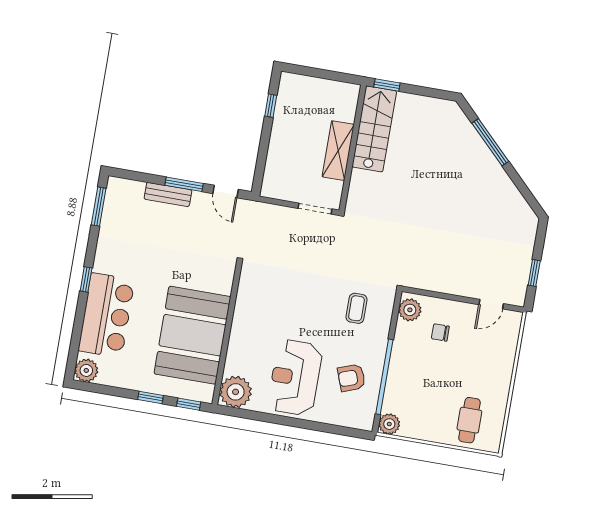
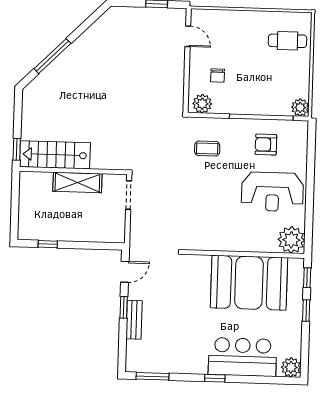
window: (184, 184) -> (124, 307), width x0.67
armchair: (351, 378) -> (266, 145), turned 110

